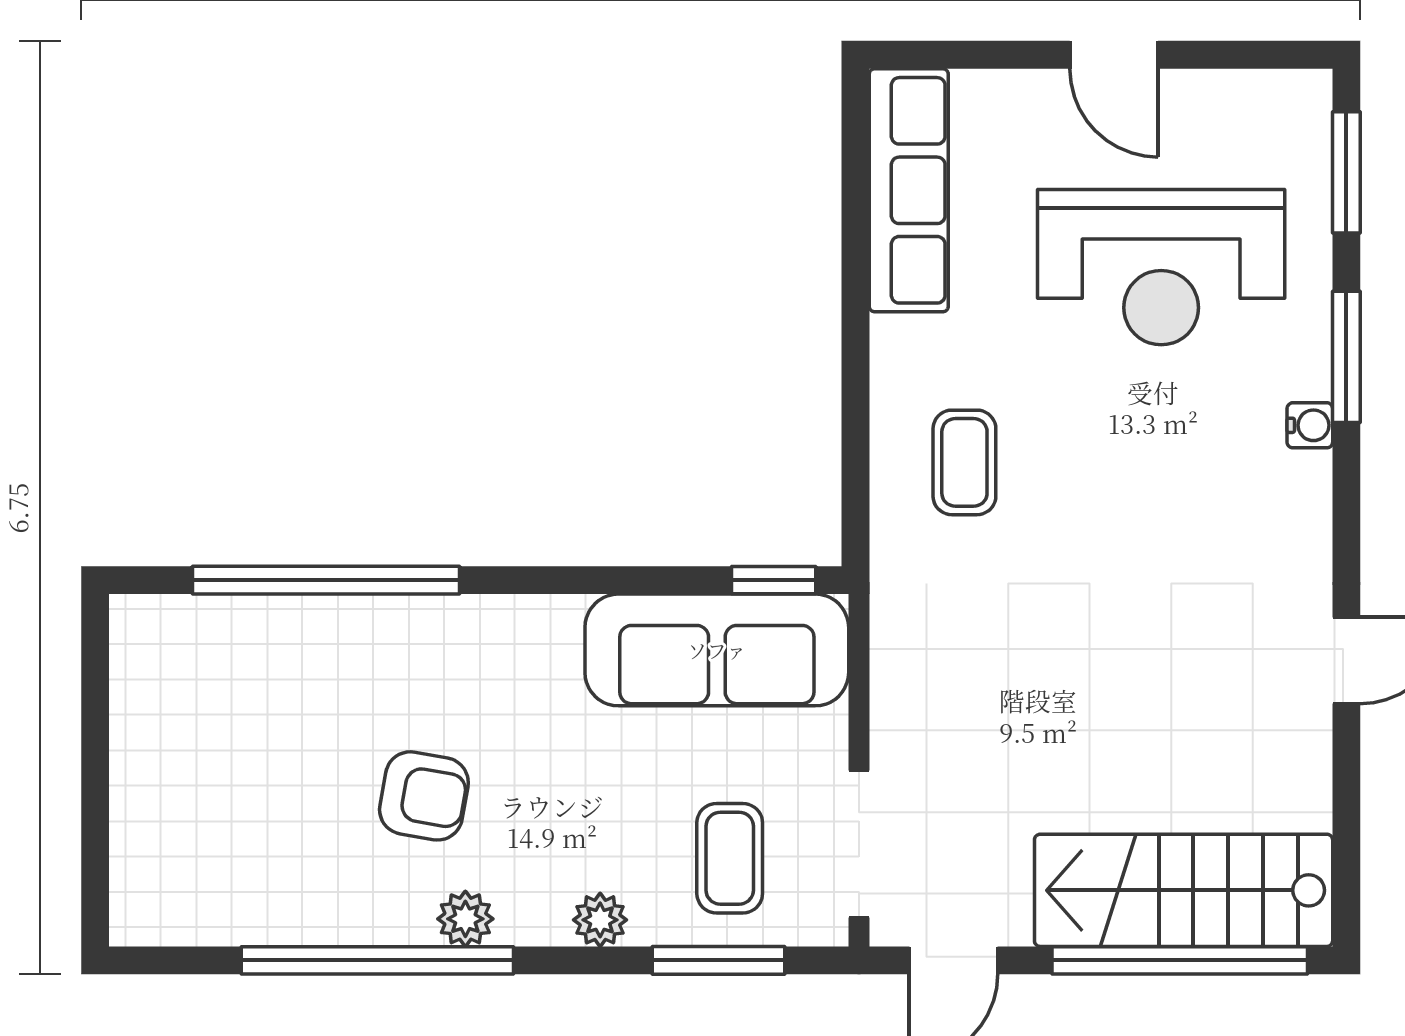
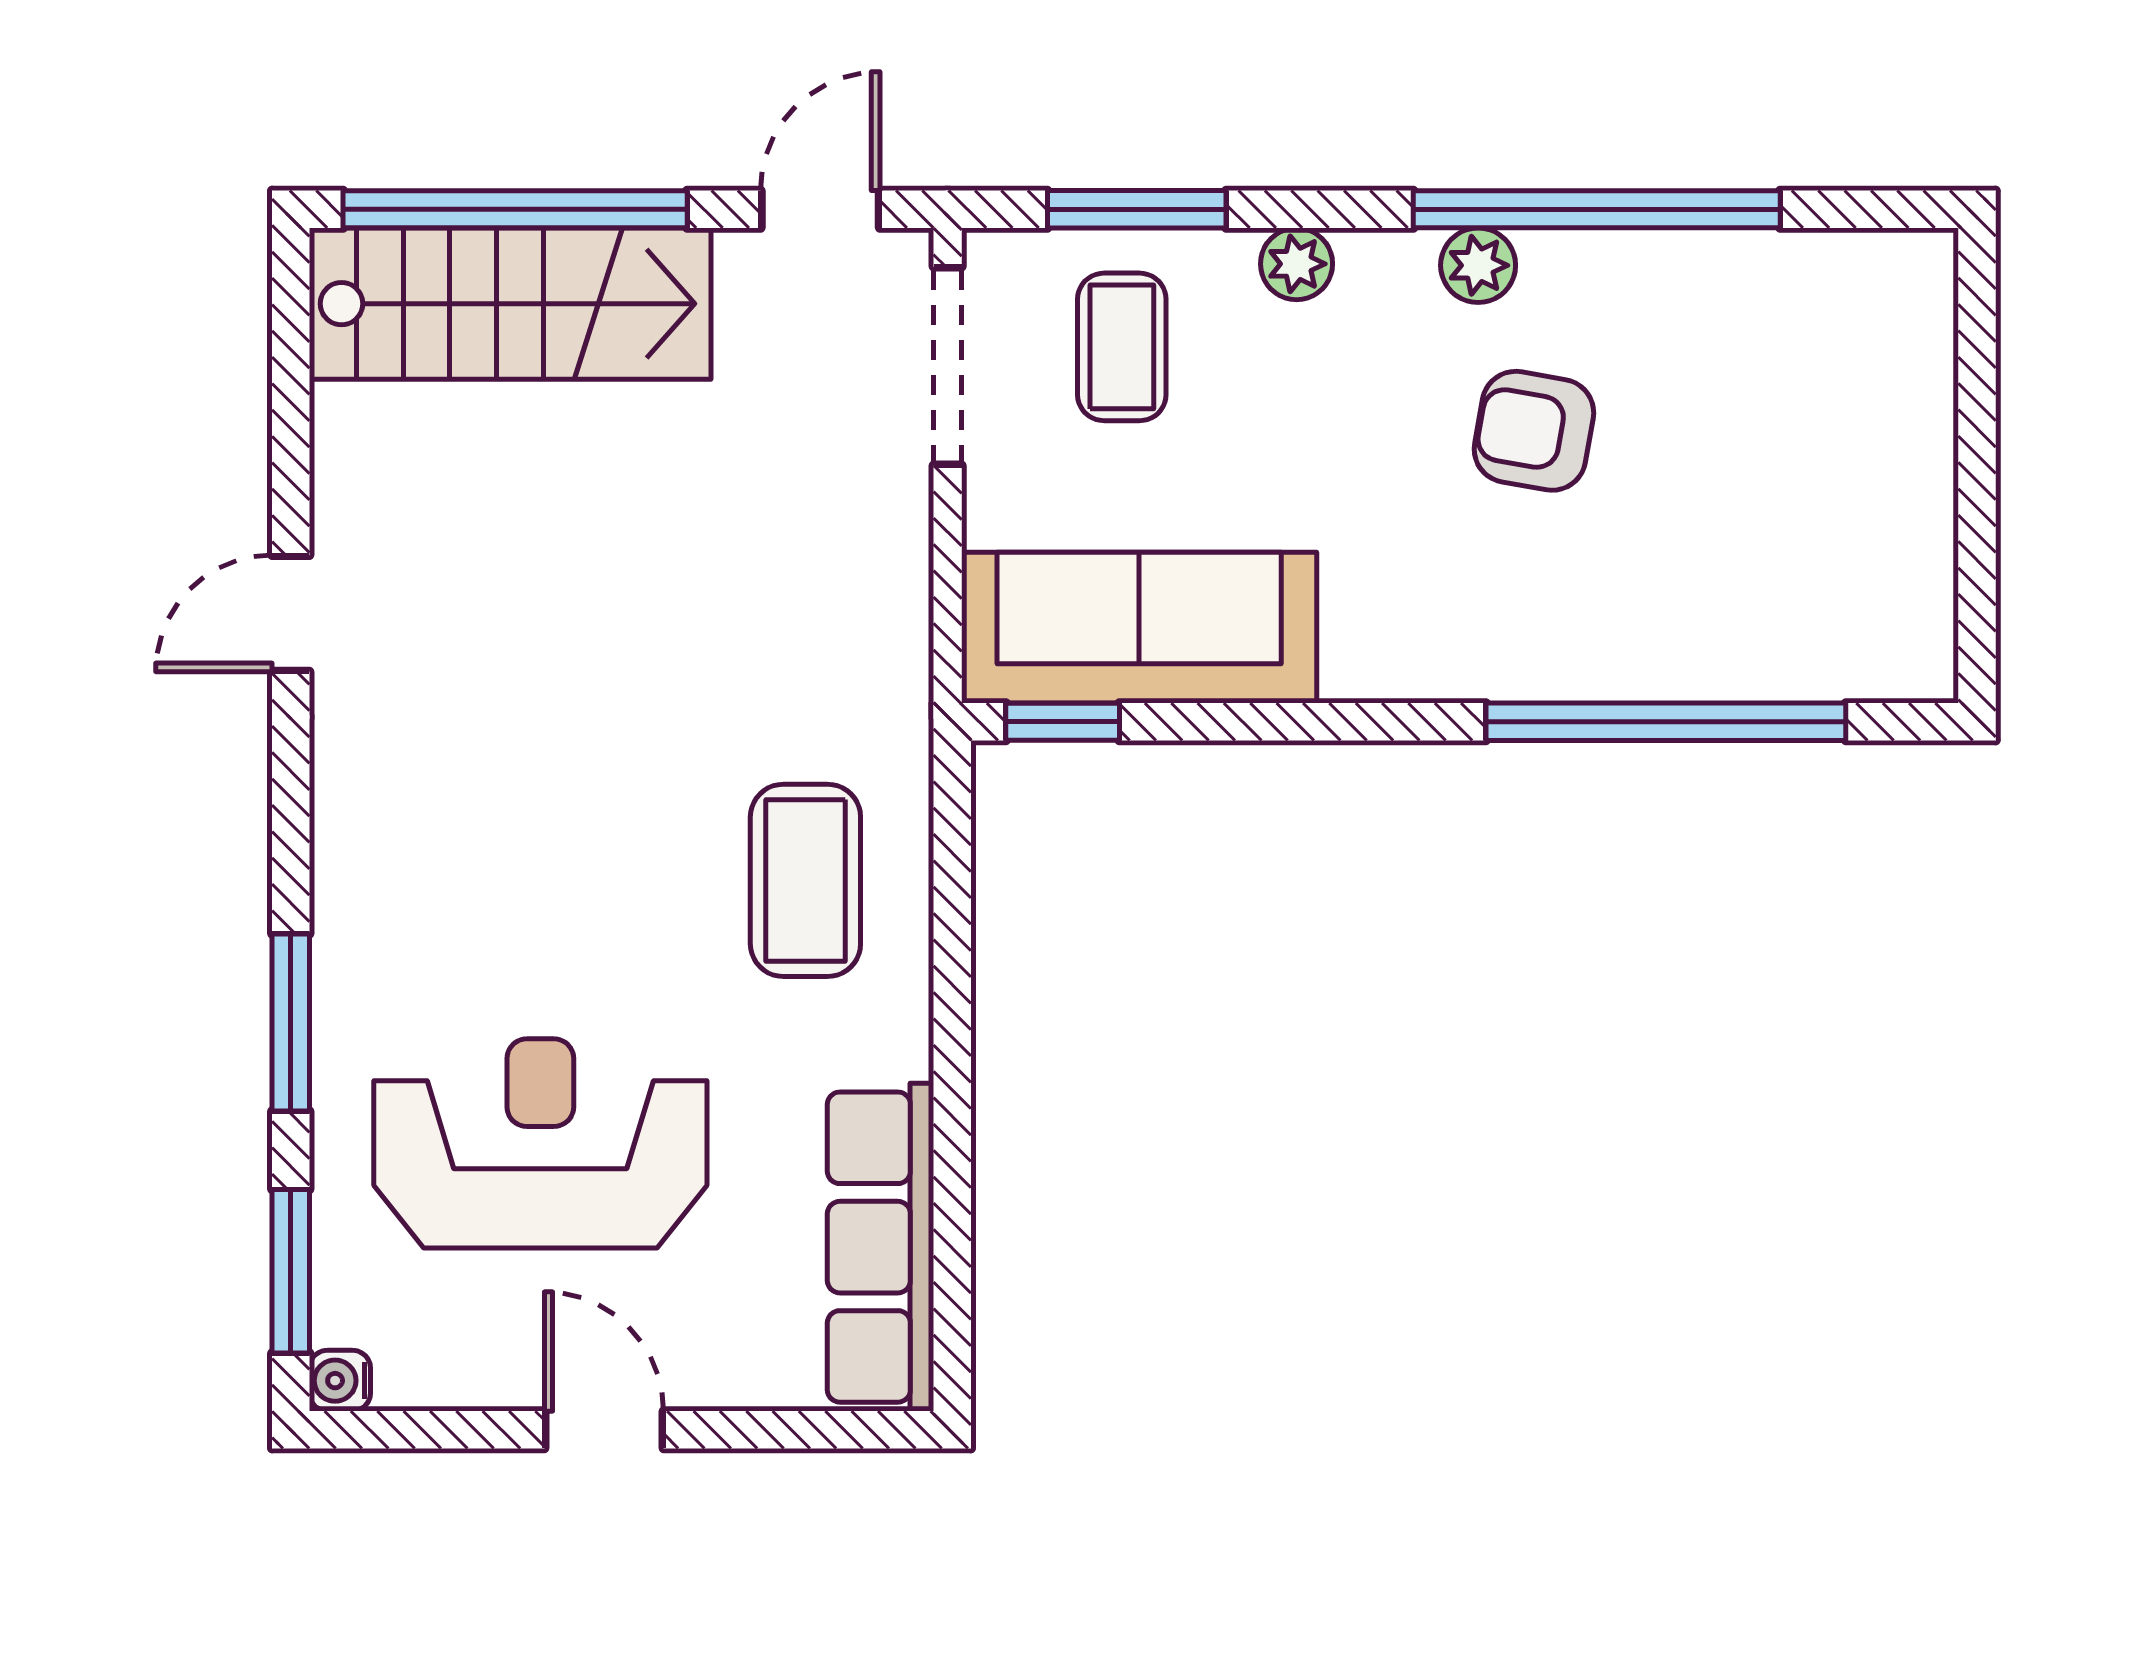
water cooler: (1310, 425) -> (340, 1381), moved
coffee table: (964, 462) -> (805, 880), width x1.36, depth x1.30

